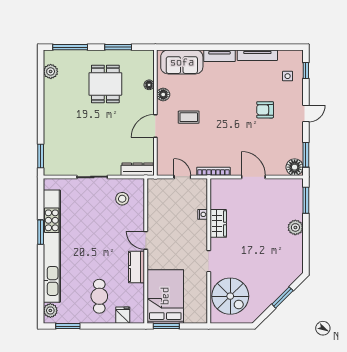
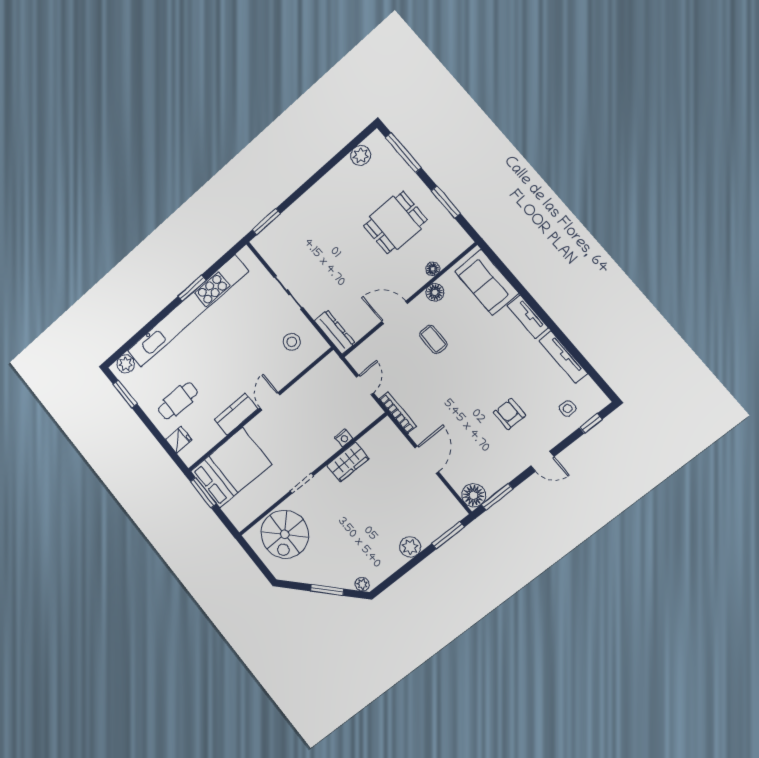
plant: (295, 274) -> (362, 584), added

